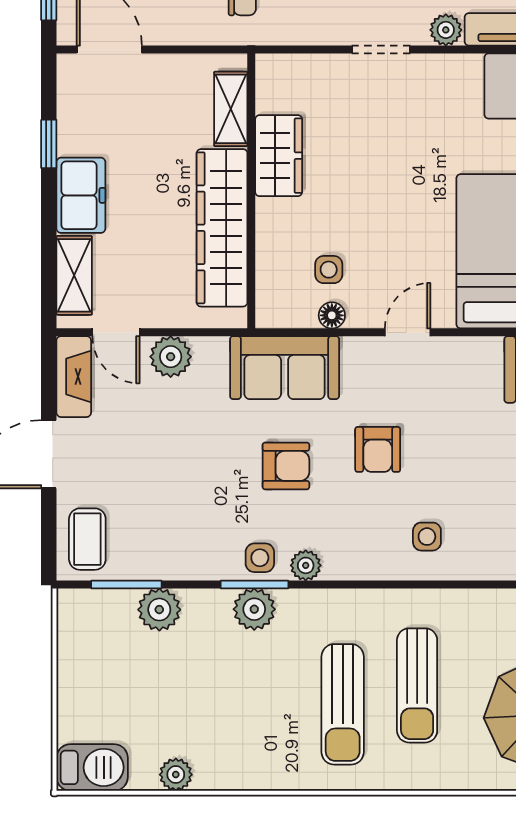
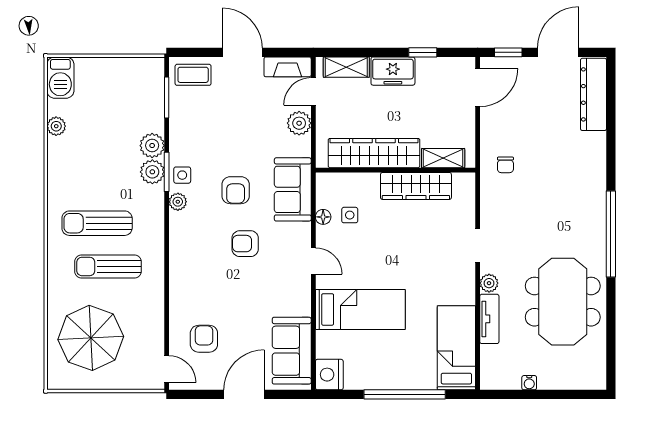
wardrobe: (279, 156) -> (416, 186), width x1.50
side table: (427, 537) -> (195, 272), removed
plant: (159, 610) -> (152, 146), moved

